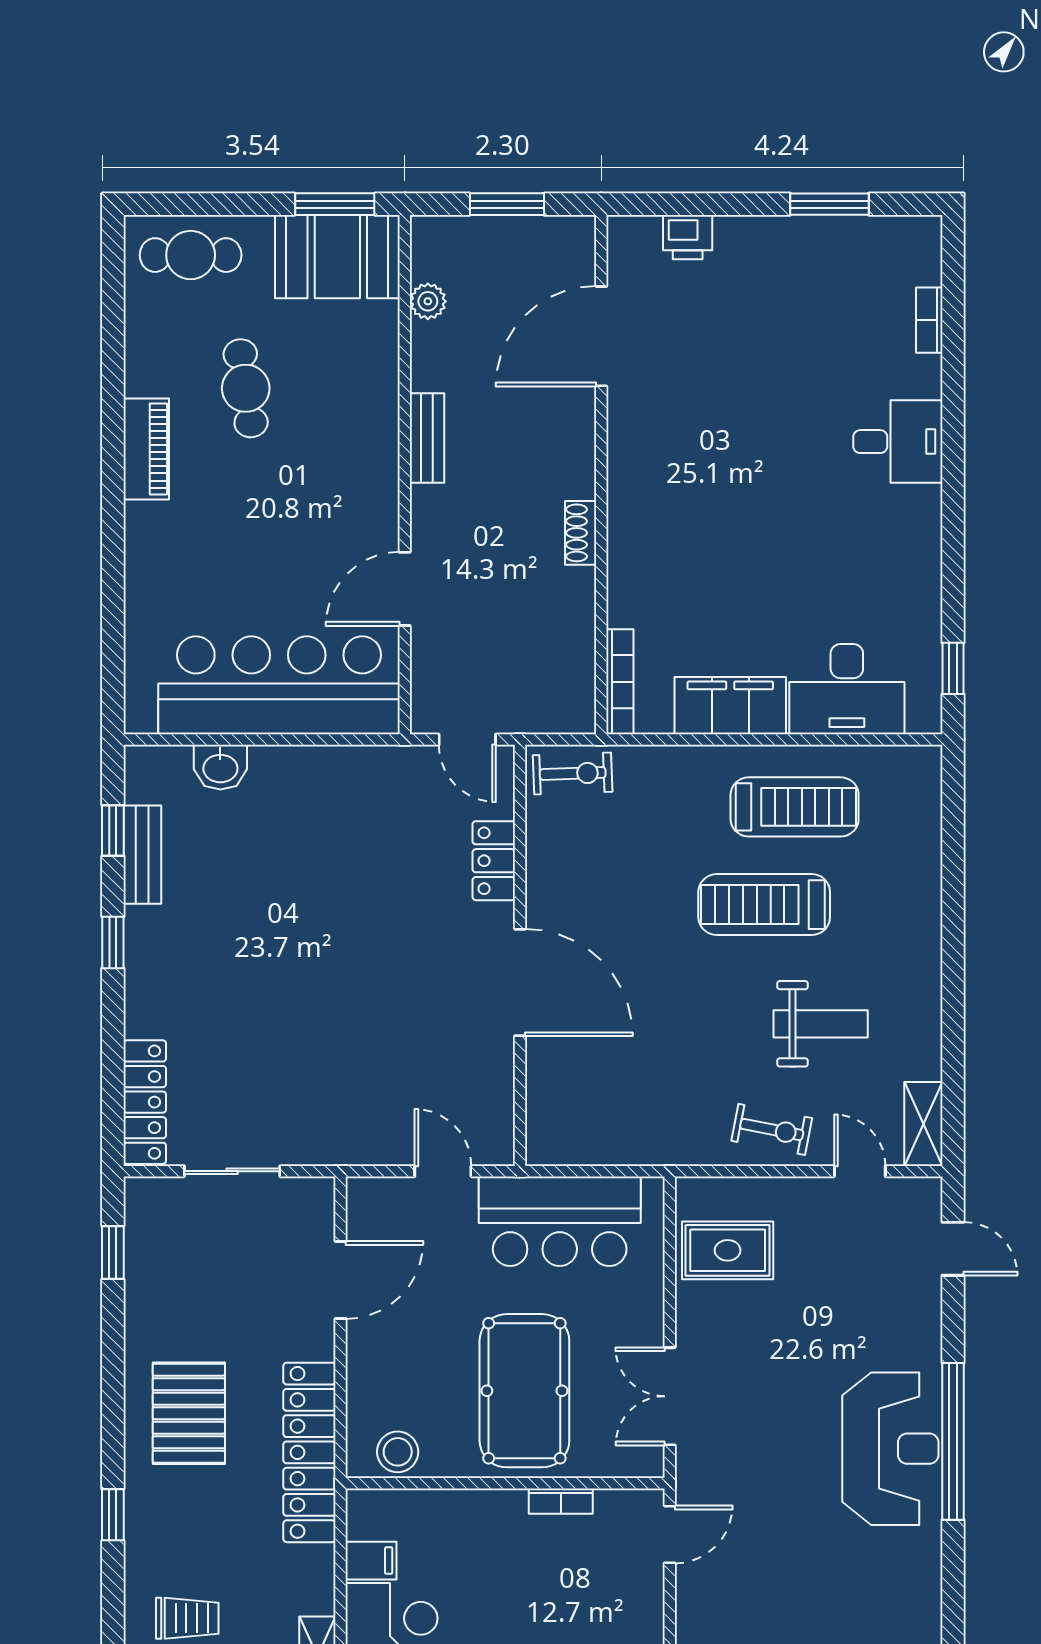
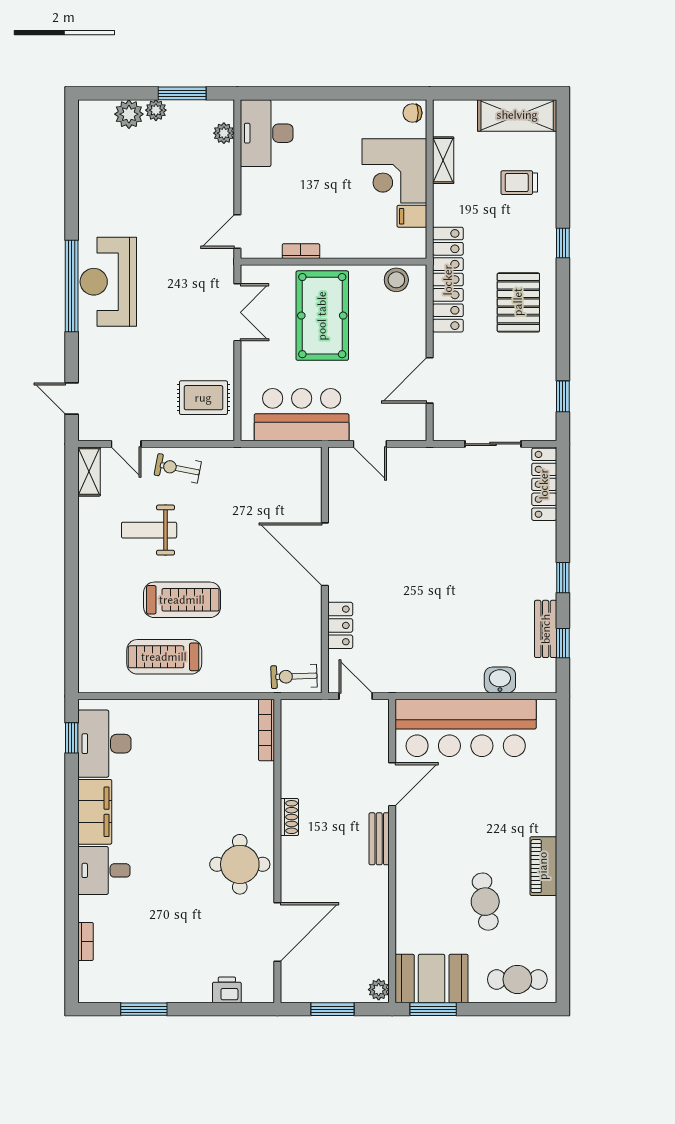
plant: (428, 301) -> (379, 990), moved
bench: (427, 438) -> (379, 839), moved
round table: (665, 452) -> (240, 864), added
desk: (847, 689) -> (104, 744), moved, turned -90
filing cabinet: (730, 706) -> (95, 812), moved, turned -90

